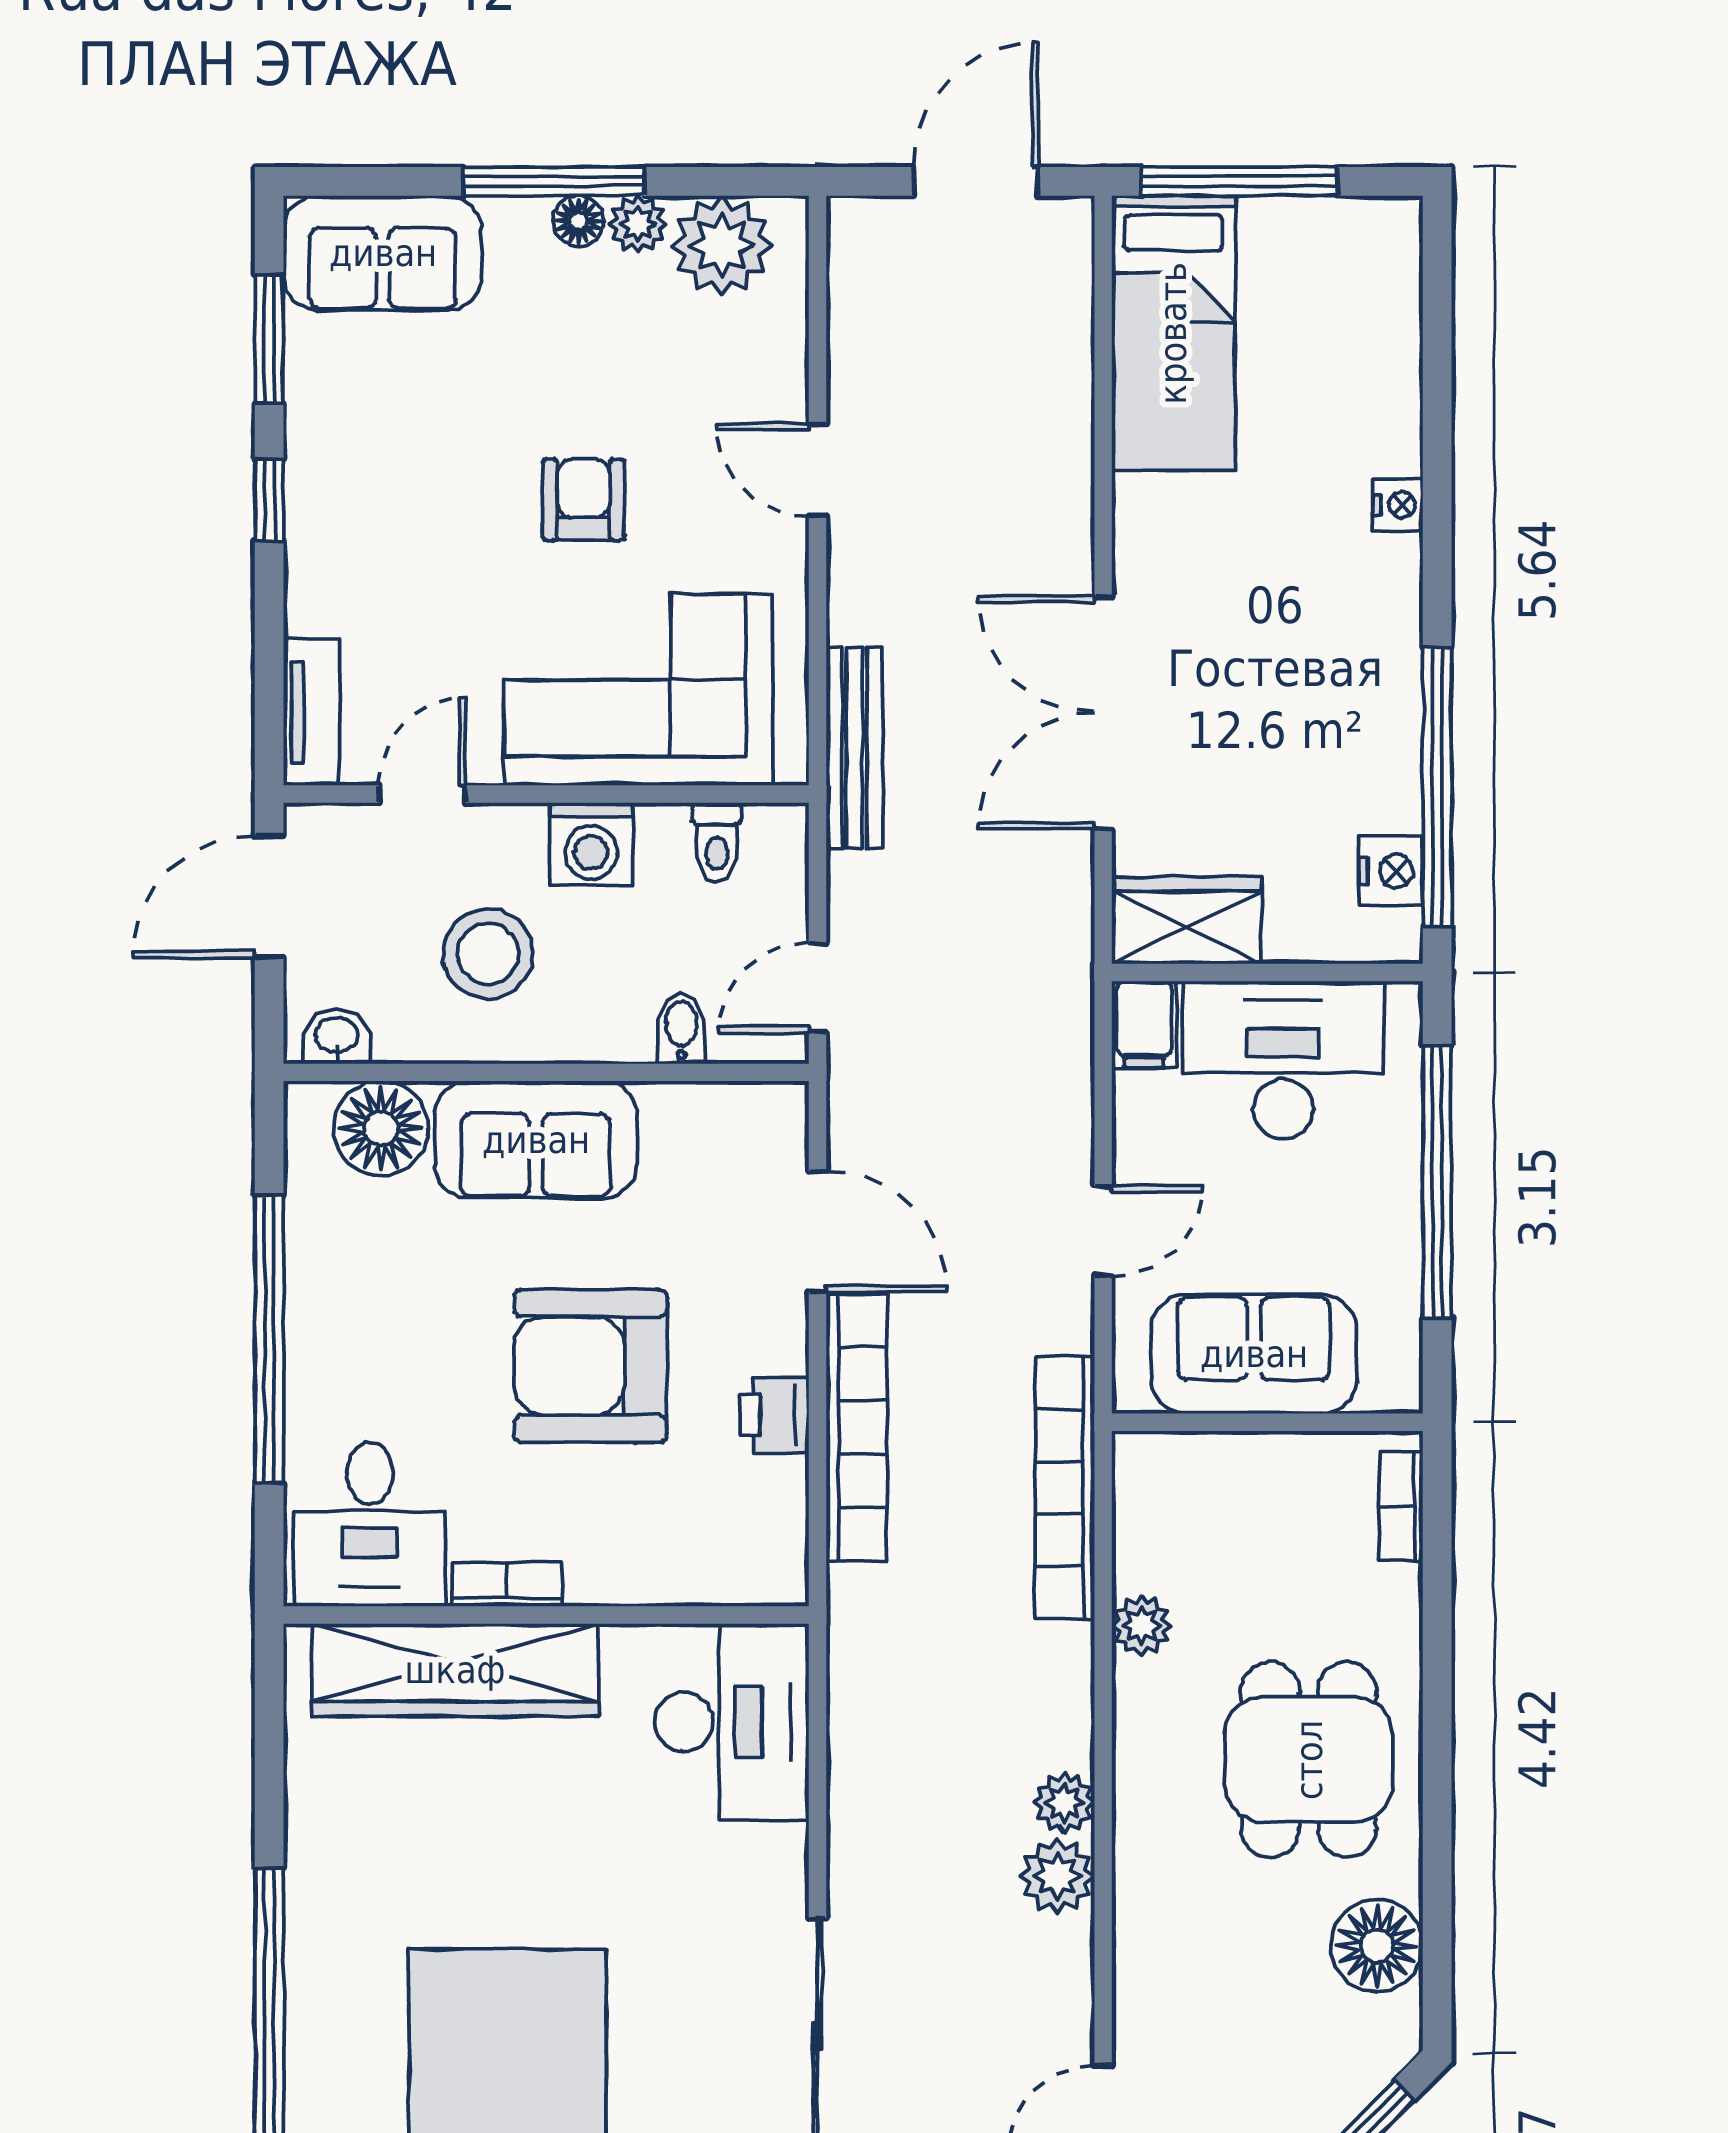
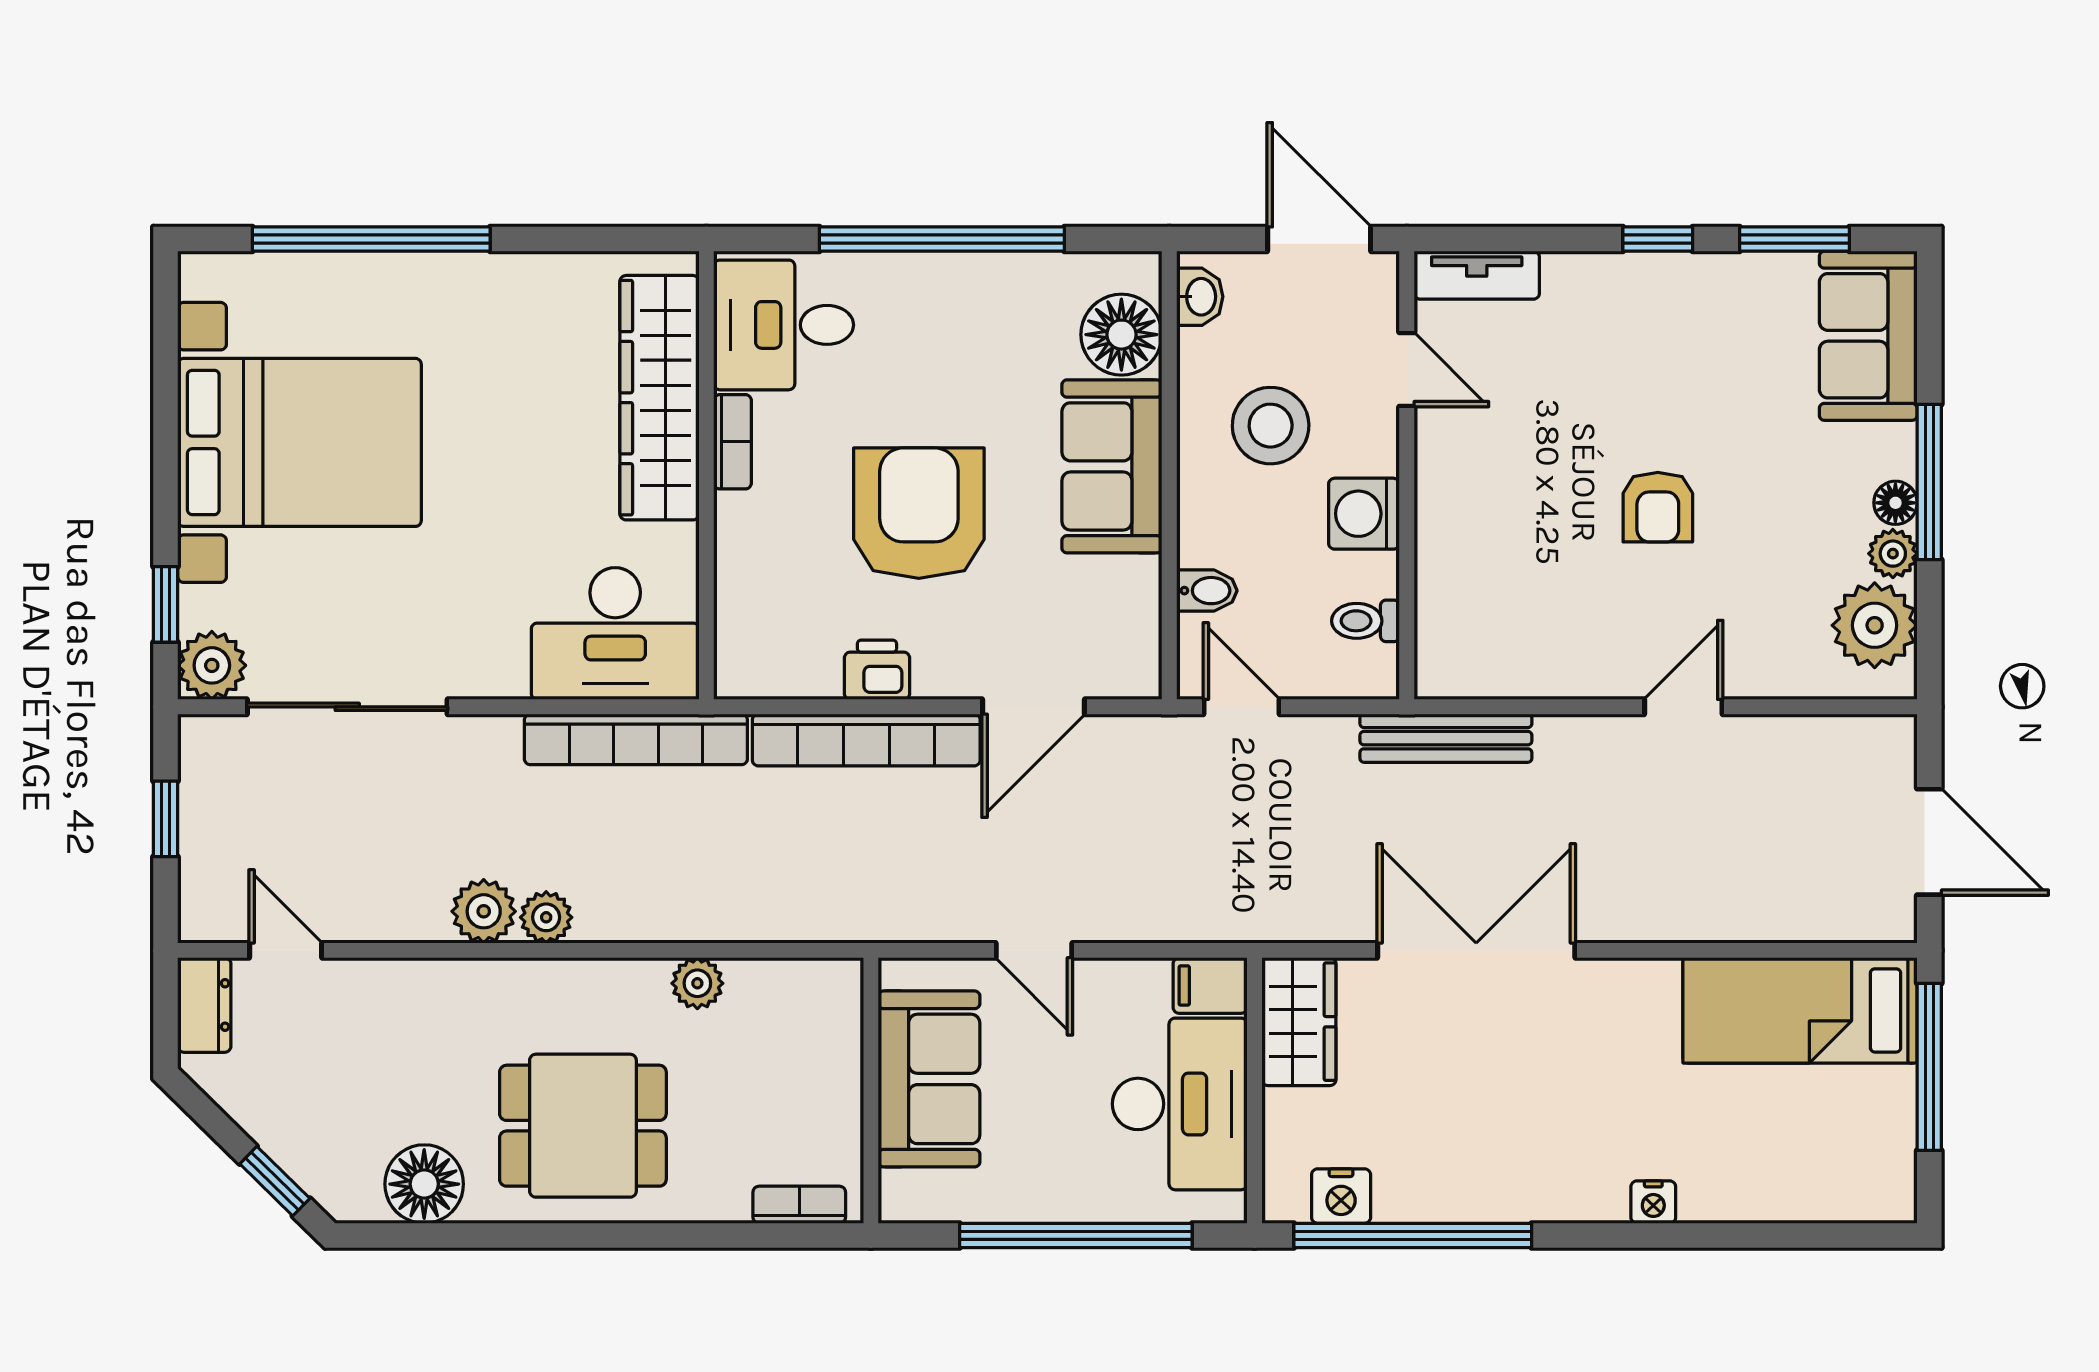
armchair: (583, 500) -> (1658, 507), turned 90
corner sofa: (638, 689) -> (1496, 554), removed
bookcase: (1065, 1488) -> (636, 739), moved, turned 180

